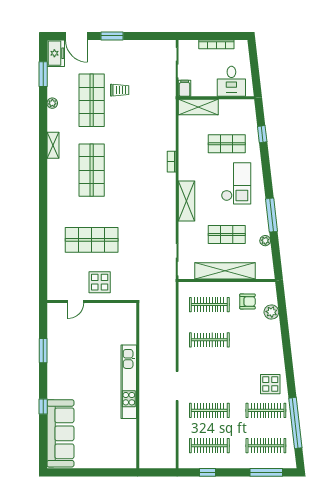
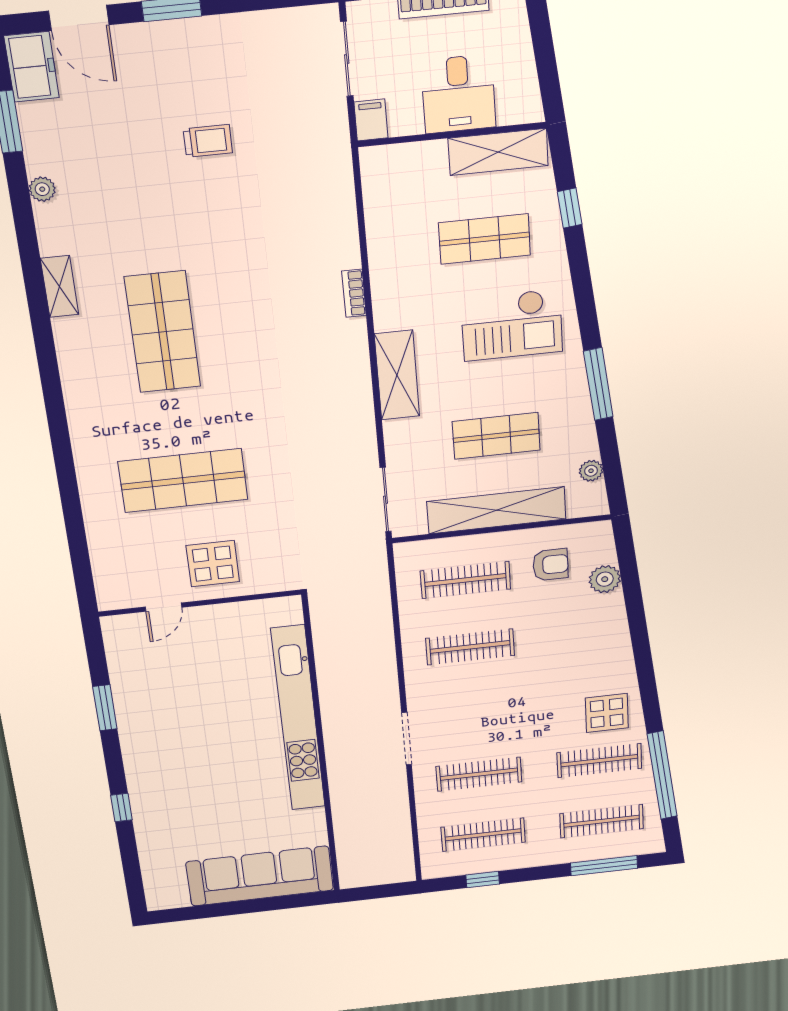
desk: (231, 81) -> (458, 94), moved
shop shelf: (92, 100) -> (141, 172), removed
shelving: (198, 107) -> (498, 152), moved
checkout: (236, 183) -> (512, 325), turned 90
plant: (265, 241) -> (591, 471), moved
kitchen unit: (129, 382) -> (298, 719), width x1.36
sofa: (60, 433) -> (260, 876), moved, turned -90

